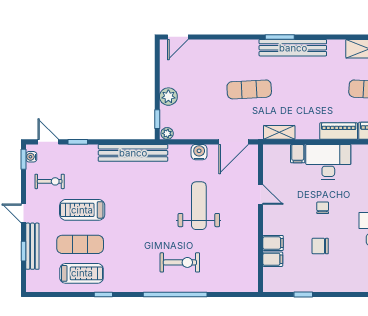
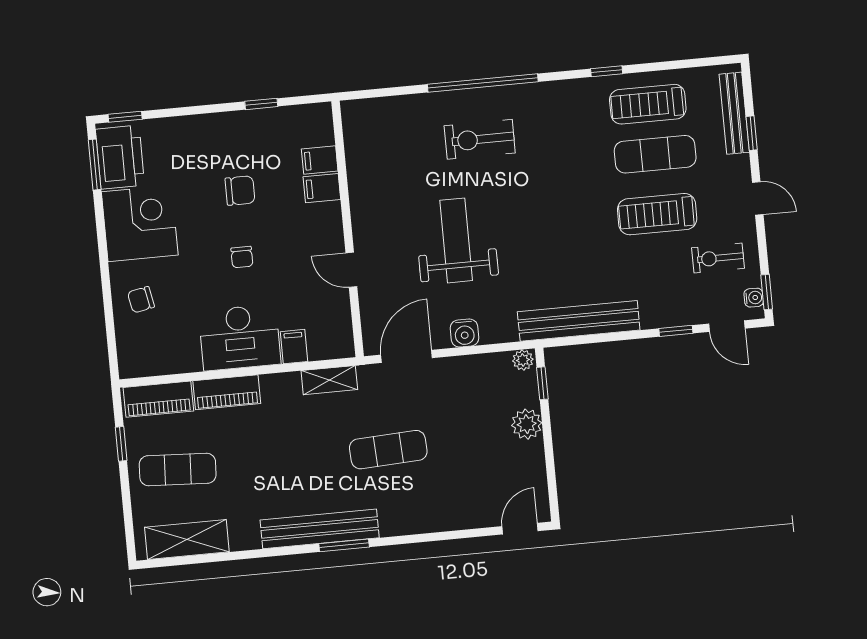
weight bench: (199, 206) -> (456, 240), turned 180
treadmill: (82, 210) -> (657, 214), turned 180
bench: (32, 246) -> (734, 113), moved

